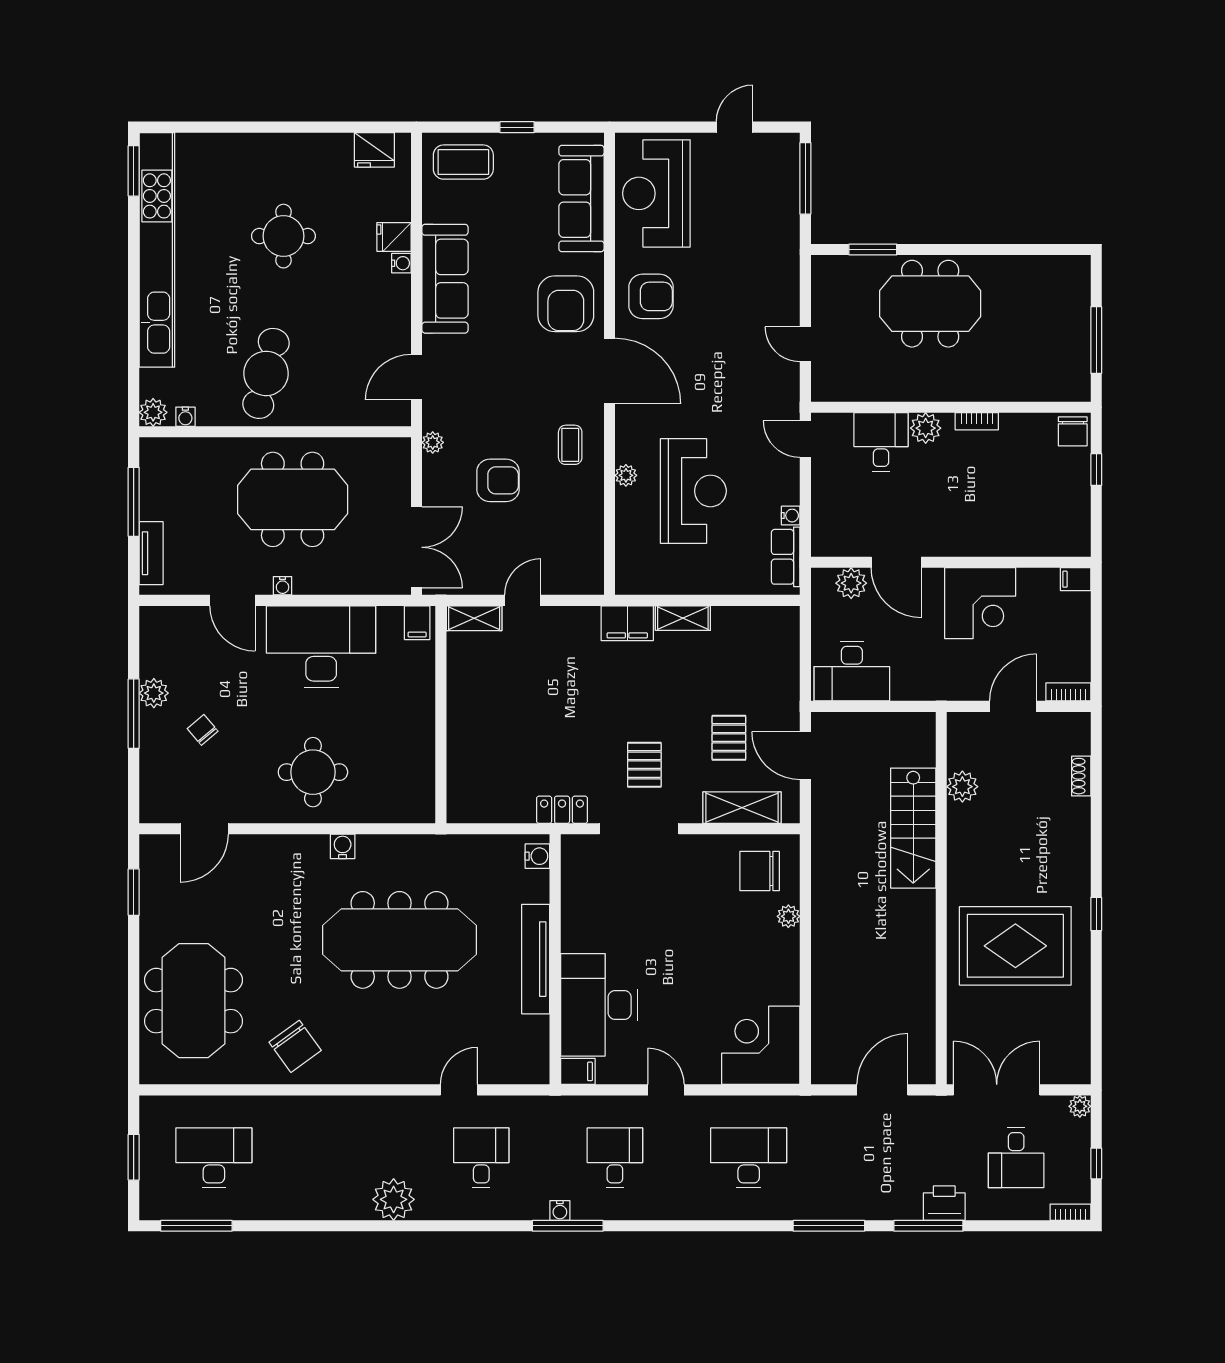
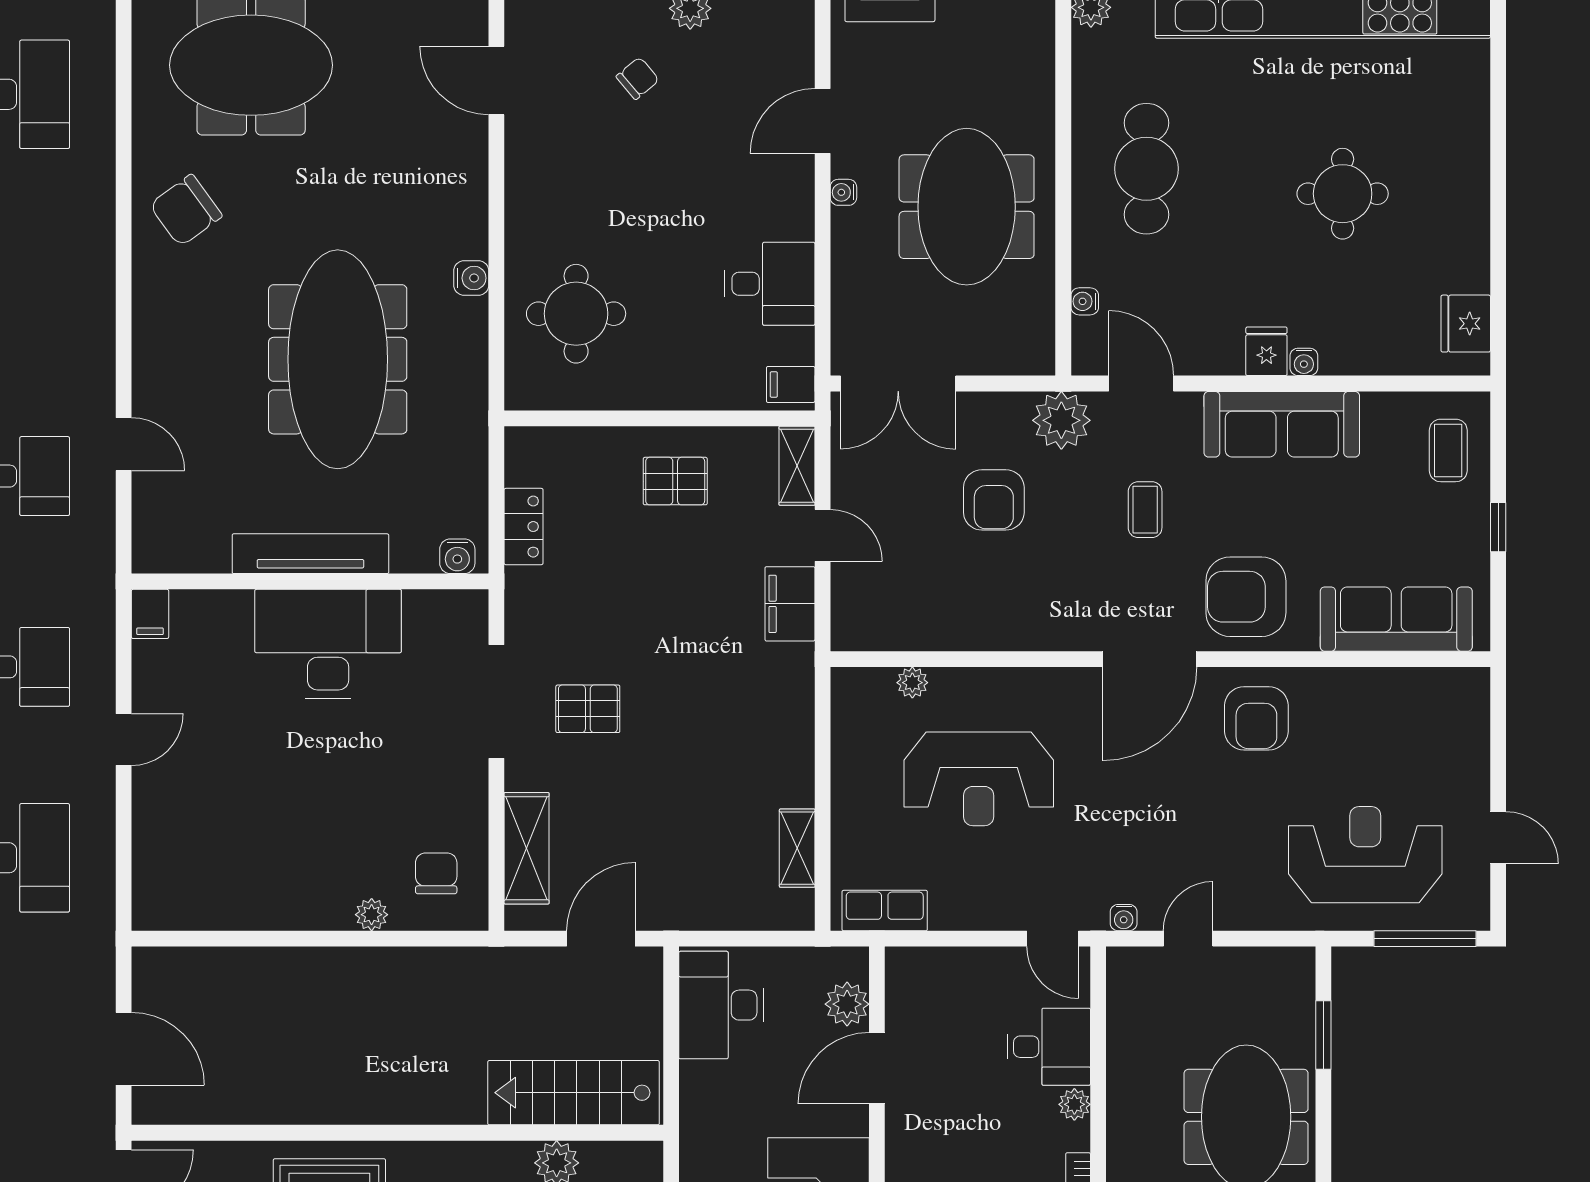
coffee table: (463, 162) -> (1448, 450), width x0.73, depth x0.77
reception desk: (656, 193) -> (1365, 855), moved
fridge: (394, 237) -> (1266, 351), moved
cafe table: (266, 373) -> (1146, 169), turned 76
water cooler: (185, 417) -> (1085, 301), moved
plant: (926, 428) -> (1074, 1104), width x0.73, depth x0.73
door: (805, 439) -> (1053, 939), swing flipped
plant: (433, 442) -> (1061, 420), width x1.87, depth x1.87
coffee table: (570, 445) -> (1145, 510), moved, turned 90
plant: (626, 475) -> (912, 683), moved
water cooler: (791, 516) -> (1124, 918), moved
shelving: (683, 618) -> (797, 848), moved
filing cabinet: (627, 623) -> (790, 604), moved
desk: (321, 647) -> (770, 284), width x0.53, depth x0.77
pallet: (729, 738) -> (675, 481), moved
round table: (313, 772) -> (576, 314), moved
locker: (562, 810) -> (524, 527), moved
stairs: (913, 828) -> (573, 1093), moved
chair: (760, 871) -> (436, 873), width x0.73, depth x0.73
desk: (599, 1005) -> (328, 644), moved
corner desk: (761, 1045) -> (187, 875), removed

